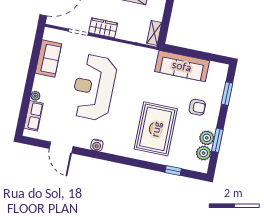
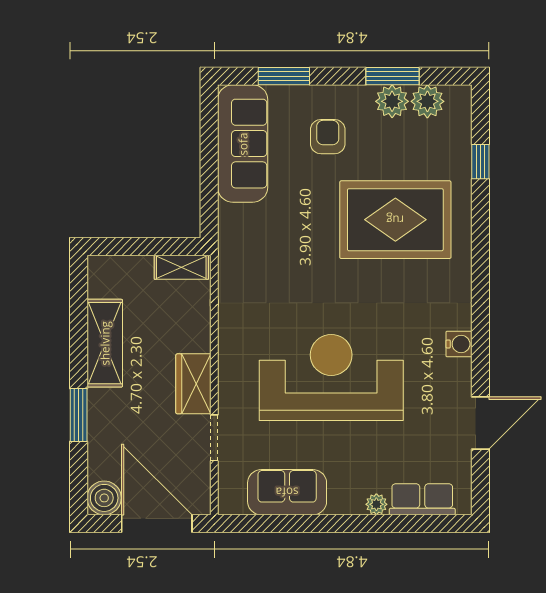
sofa: (182, 66) -> (243, 144), moved
reception desk: (94, 87) -> (331, 377), turned 180

